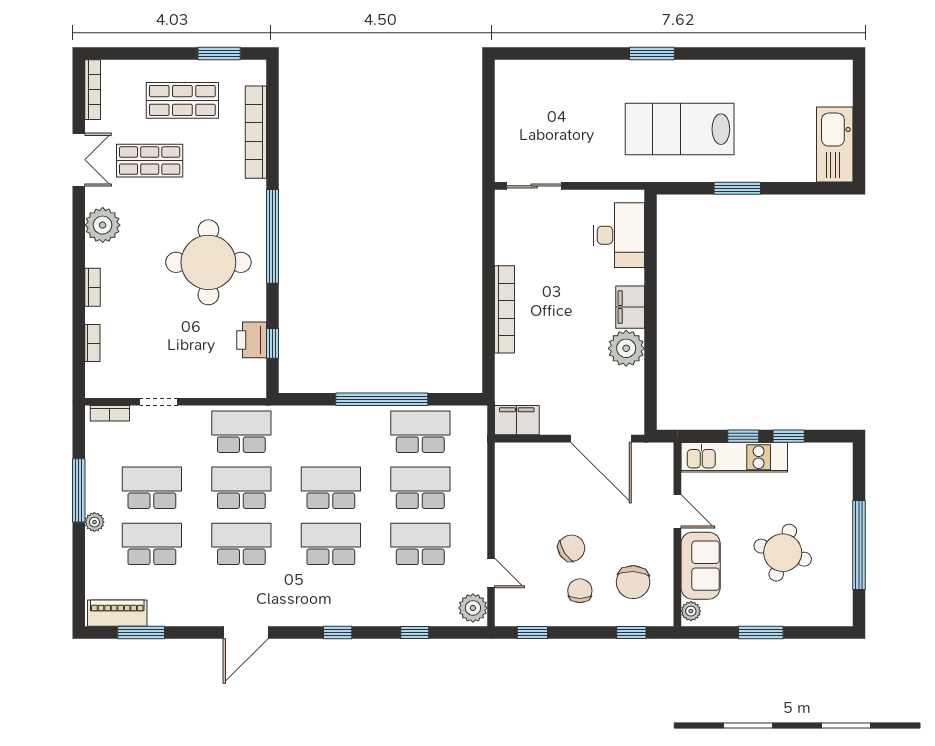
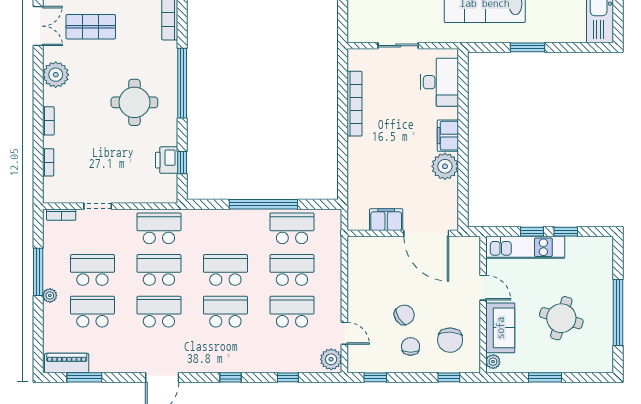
sliding door: (534, 186) -> (398, 46), moved
round table: (208, 262) -> (134, 102), width x0.73, depth x0.73
bookcase: (505, 309) -> (355, 104), moved
filing cabinet: (517, 420) -> (386, 220), moved

